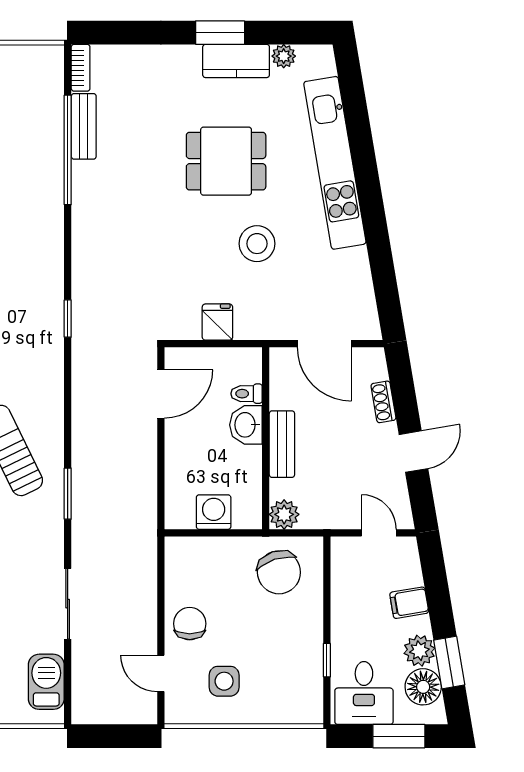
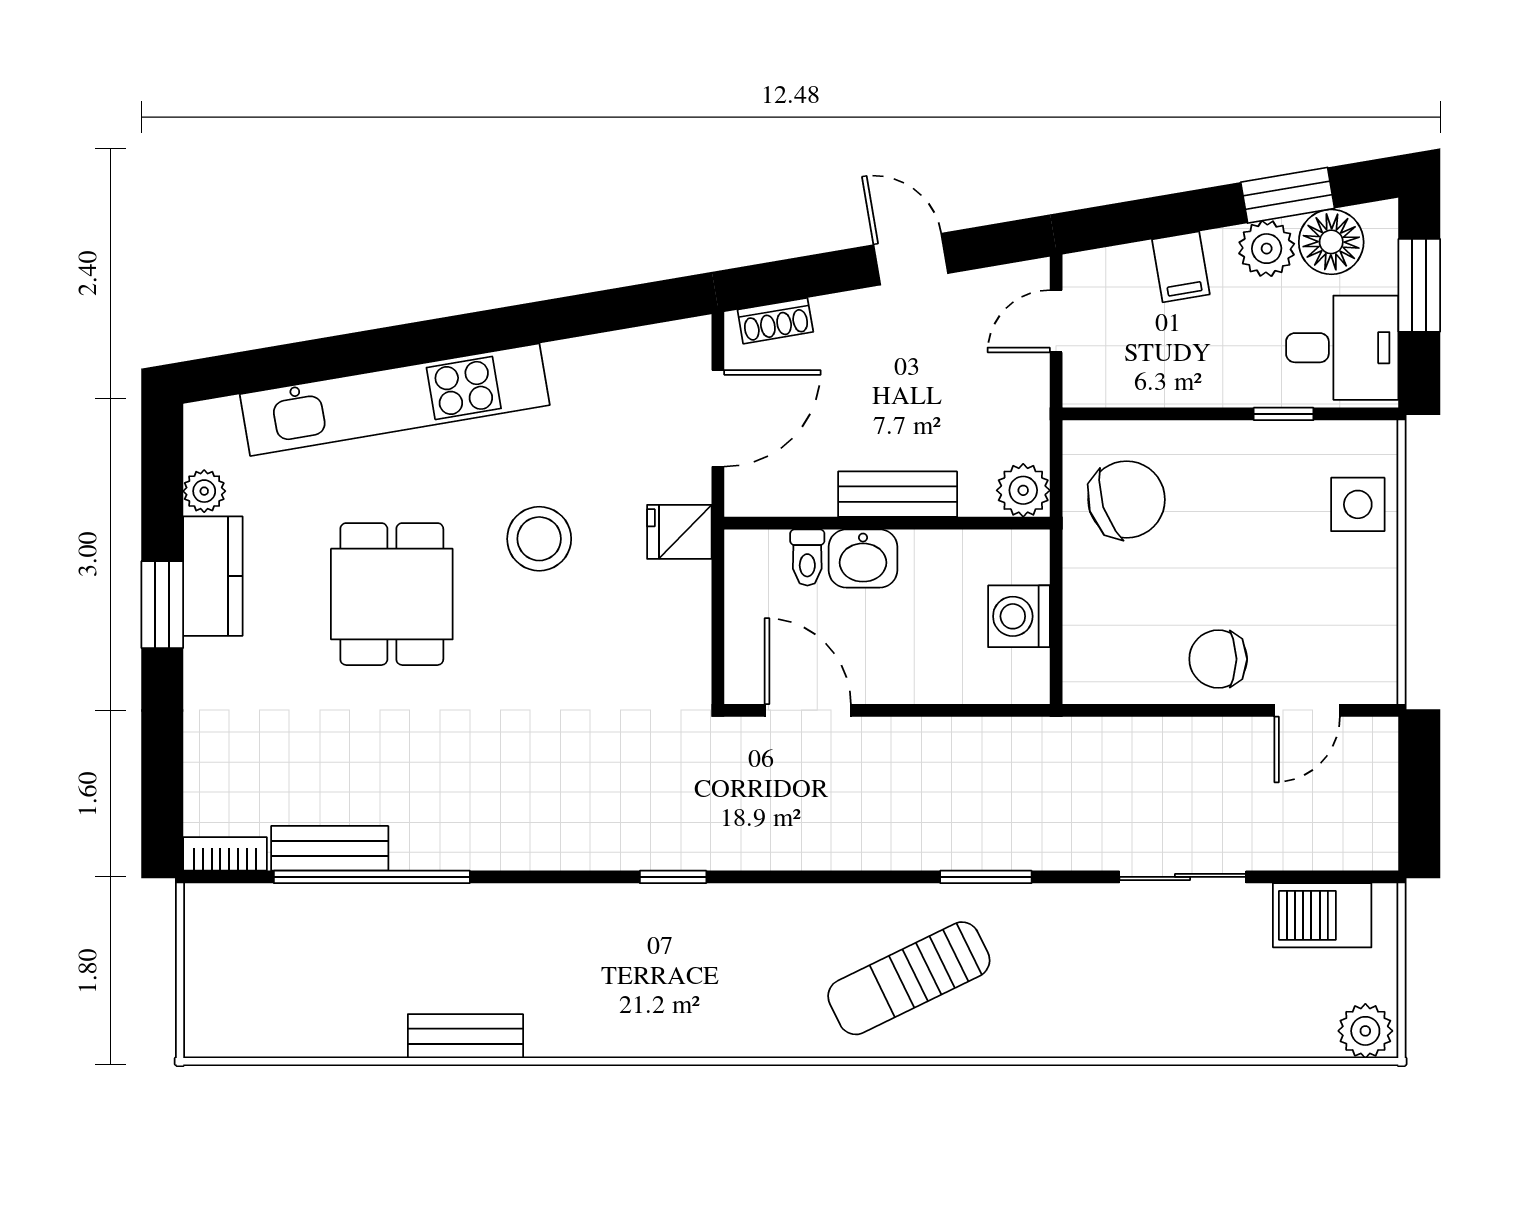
fridge: (217, 322) -> (679, 532), moved
shoe rack: (383, 402) -> (775, 321), moved
side table: (224, 681) -> (1358, 504), moved

